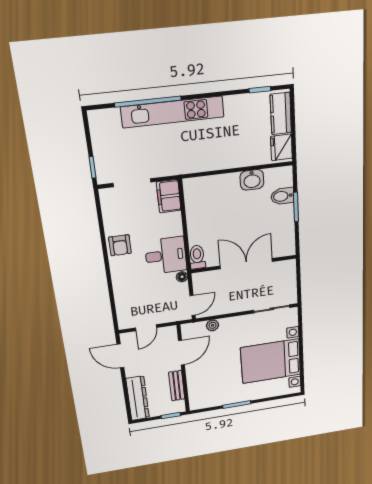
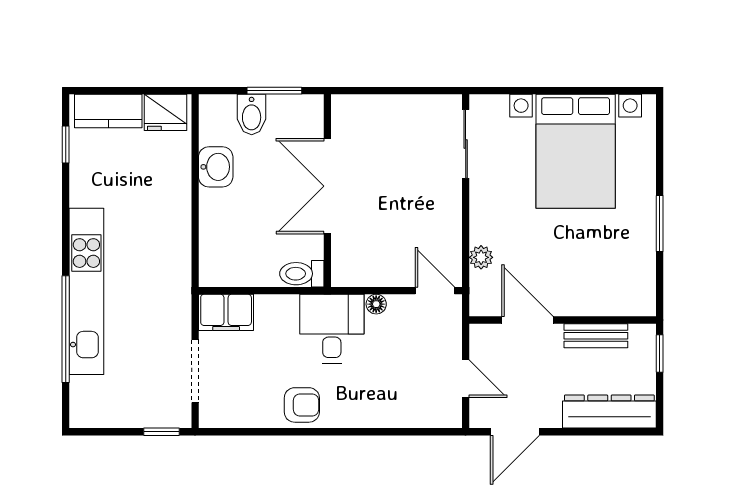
toilet: (197, 257) -> (302, 274), moved
wall: (244, 264) -> (327, 191), moved
double door: (246, 264) -> (327, 186), moved

